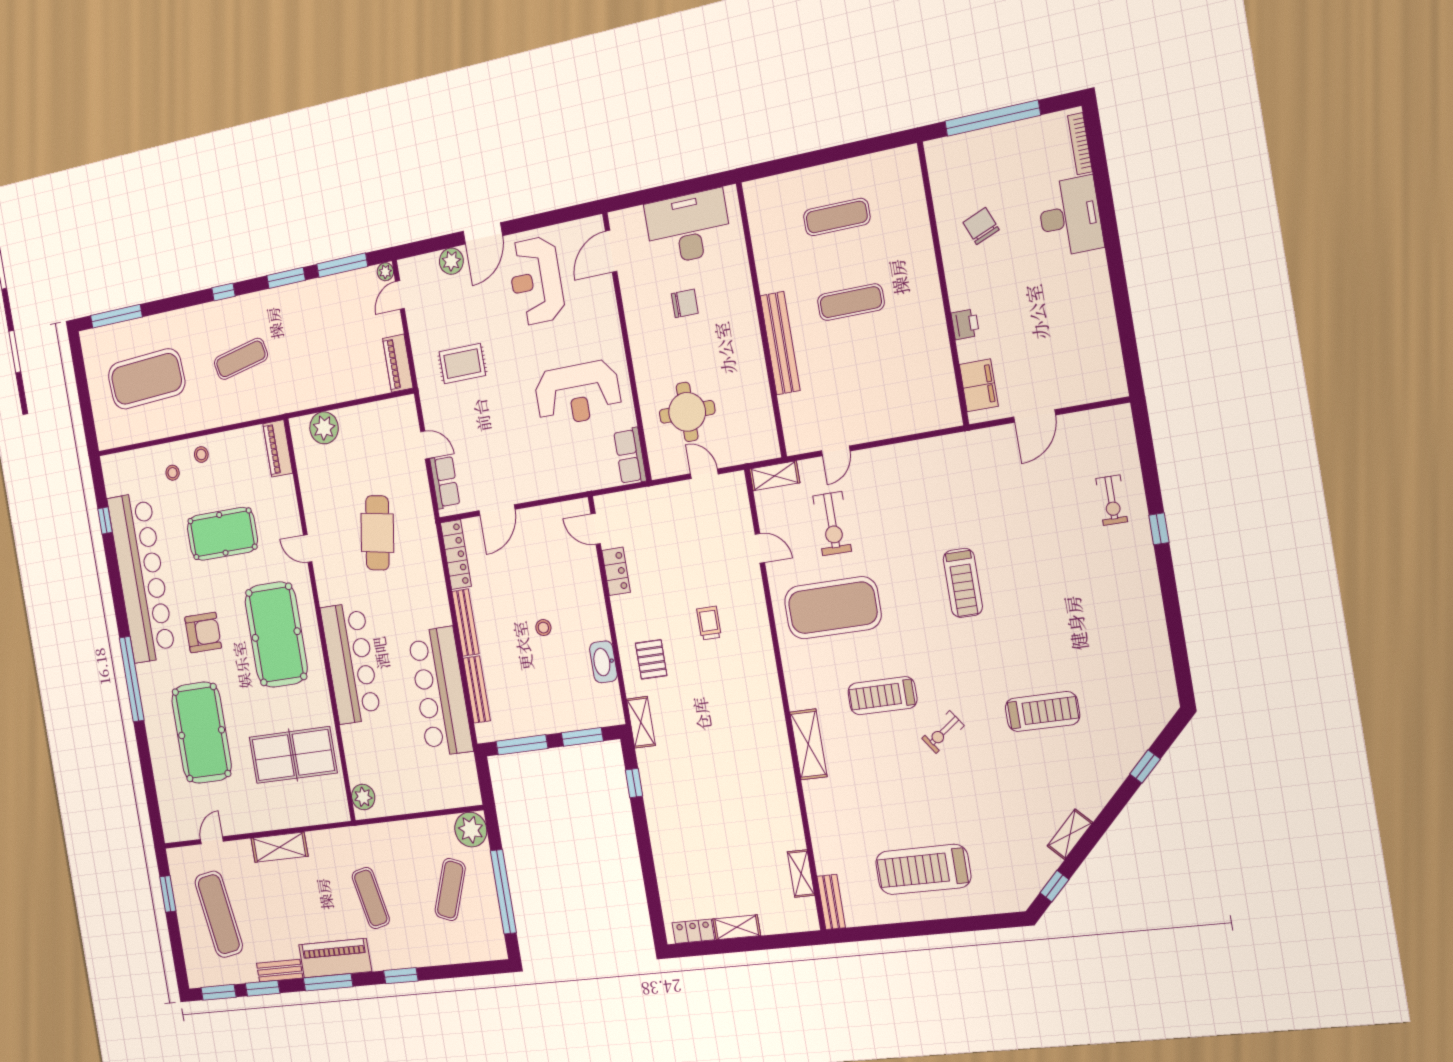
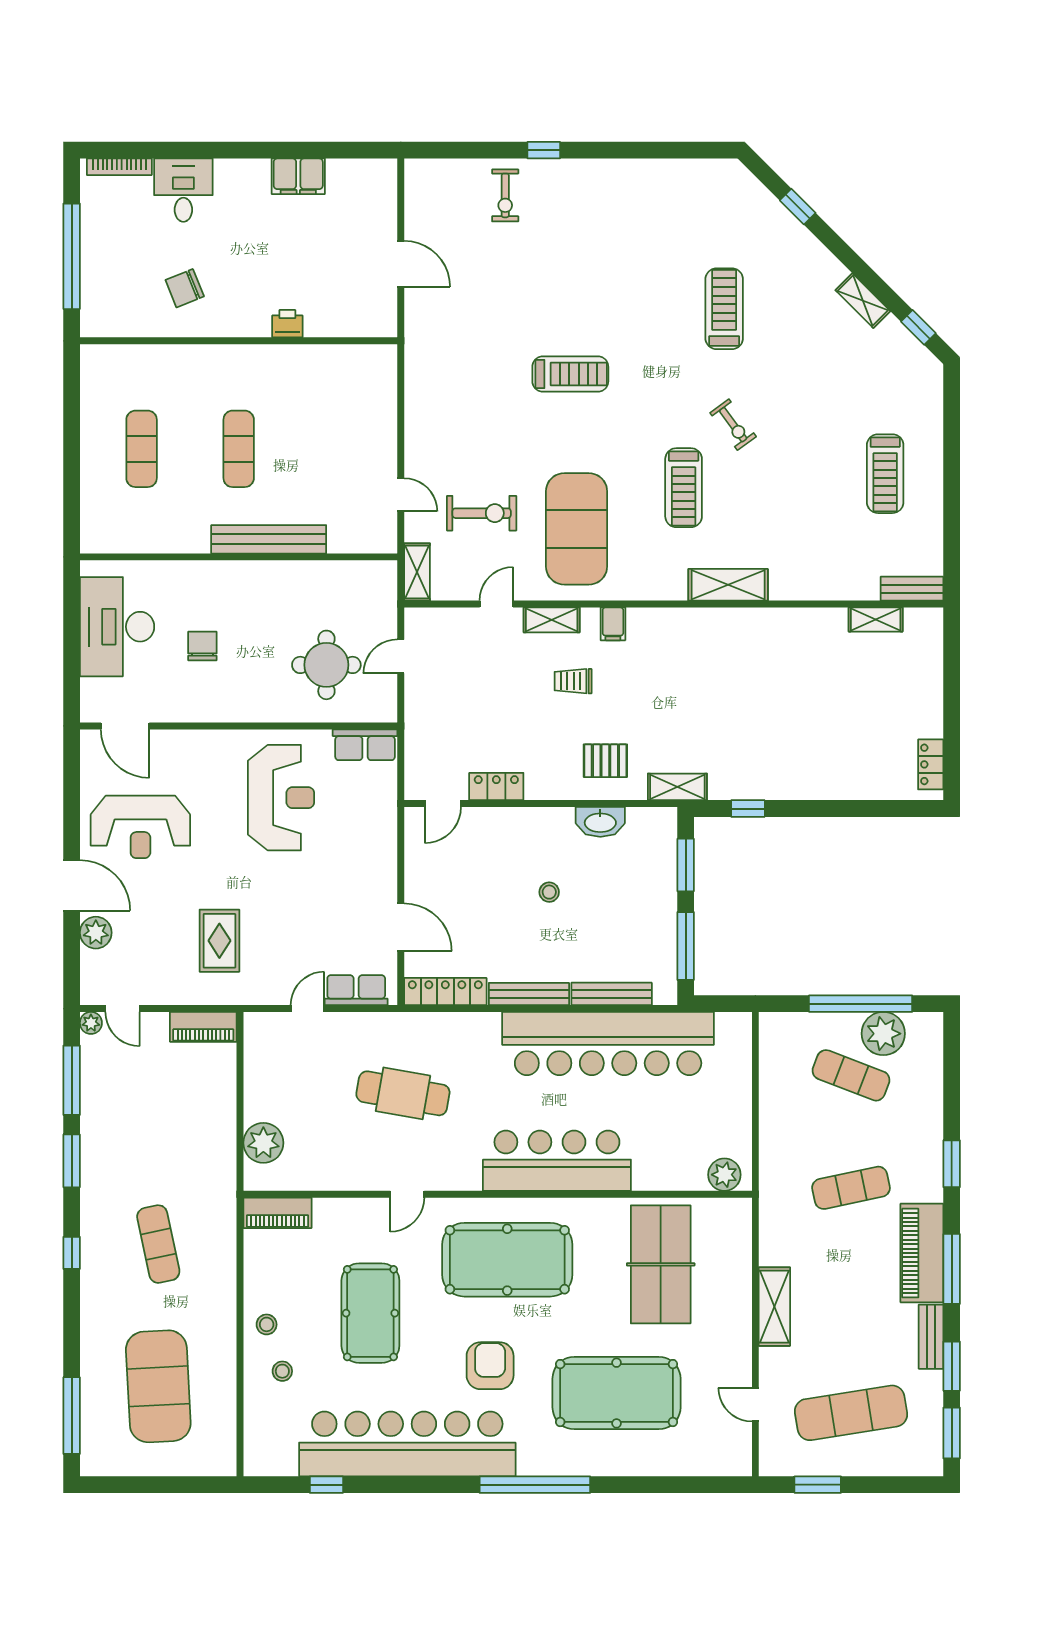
desk: (1070, 217) -> (183, 190), width x0.73
filing cabinet: (979, 385) -> (298, 176), moved, turned 180
exercise bike: (1112, 500) -> (505, 195), turned 90
filing cabinet: (760, 650) -> (613, 624), added
bar counter: (440, 692) -> (608, 1044), width x1.36
plant: (471, 830) -> (883, 1034), moved
treadmill: (923, 869) -> (885, 474), width x0.73, depth x0.73
shelving: (737, 927) -> (552, 620), moved, turned 90

